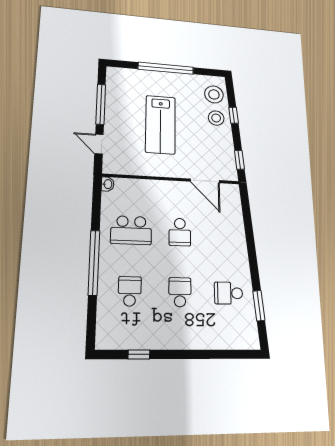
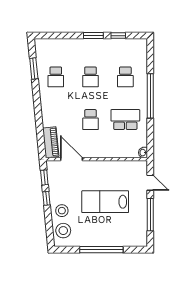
window: (234, 115) -> (46, 198), moved
lab bench: (161, 125) -> (105, 202), turned -90
piano: (233, 204) -> (51, 142), added
school desk: (180, 232) -> (91, 120), turned 180
school desk: (229, 293) -> (56, 77), turned 90
window: (176, 354) -> (93, 36), added

